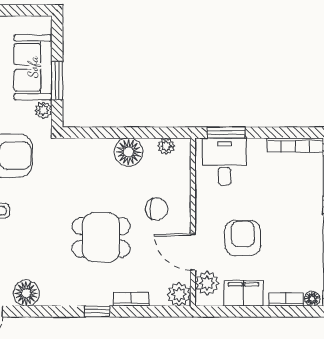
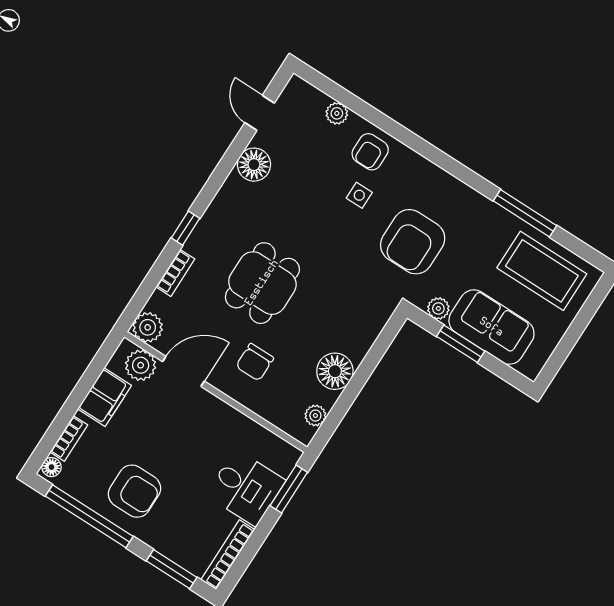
desk: (224, 162) -> (246, 488), moved
armchair: (243, 238) -> (134, 491), moved

